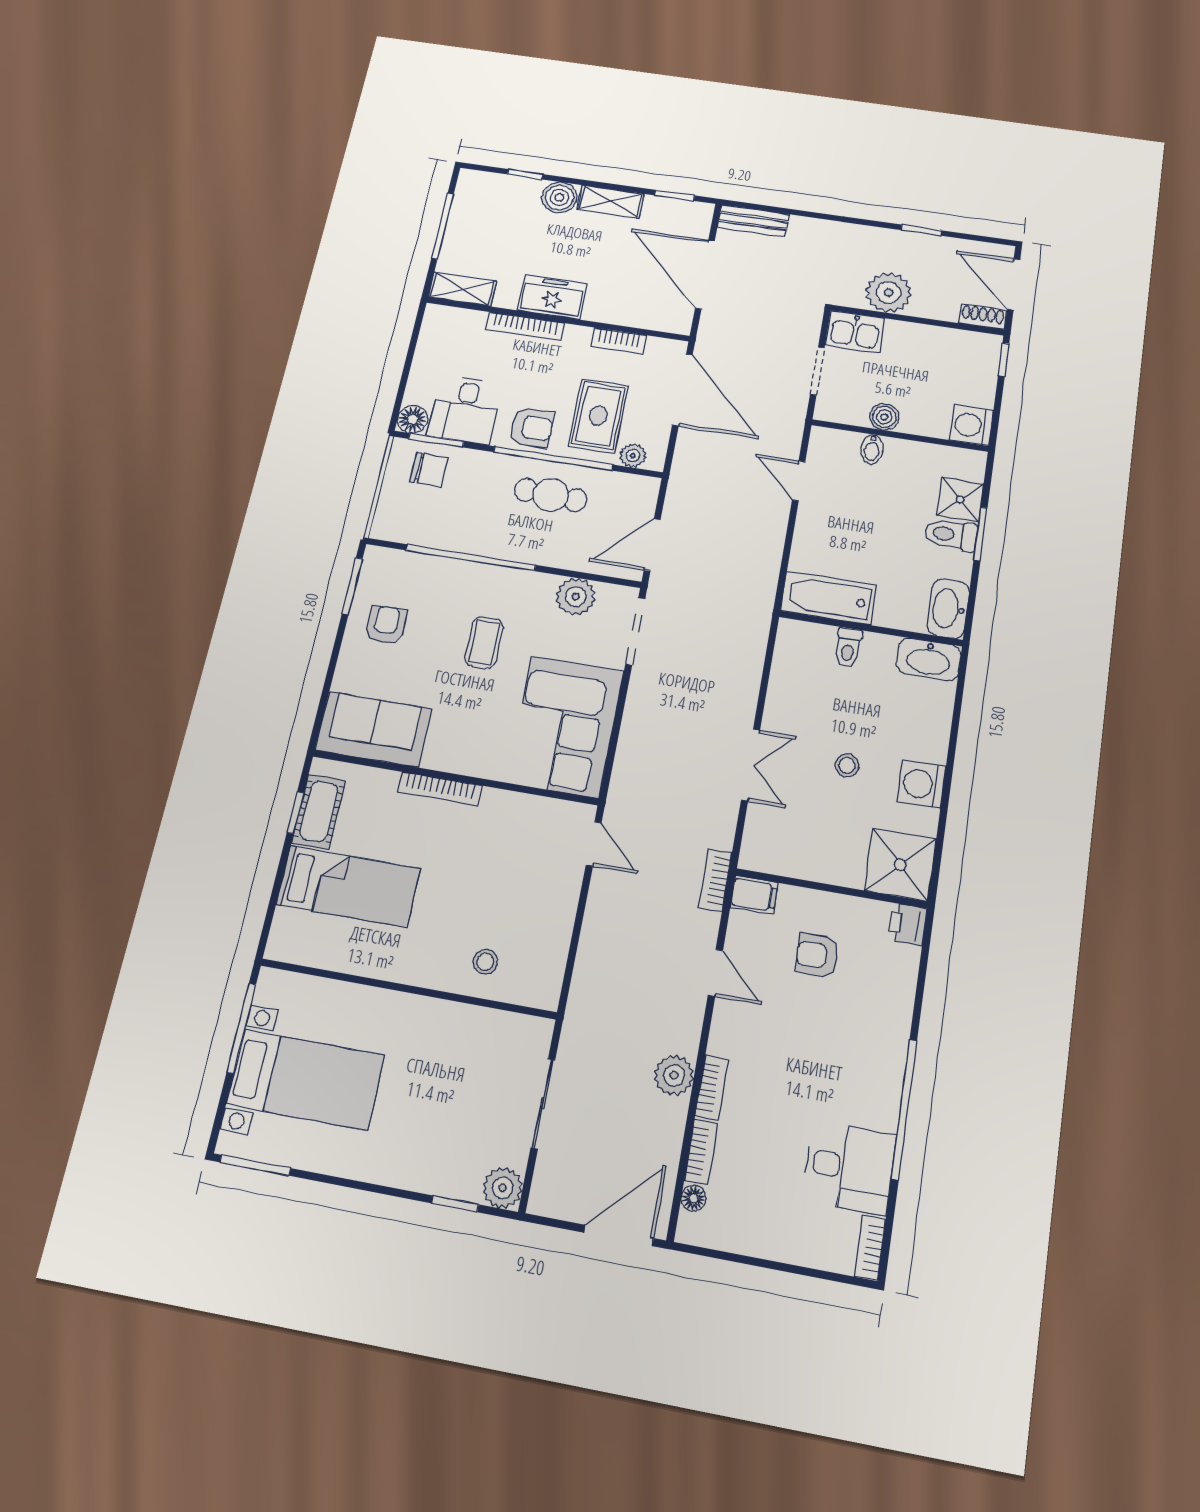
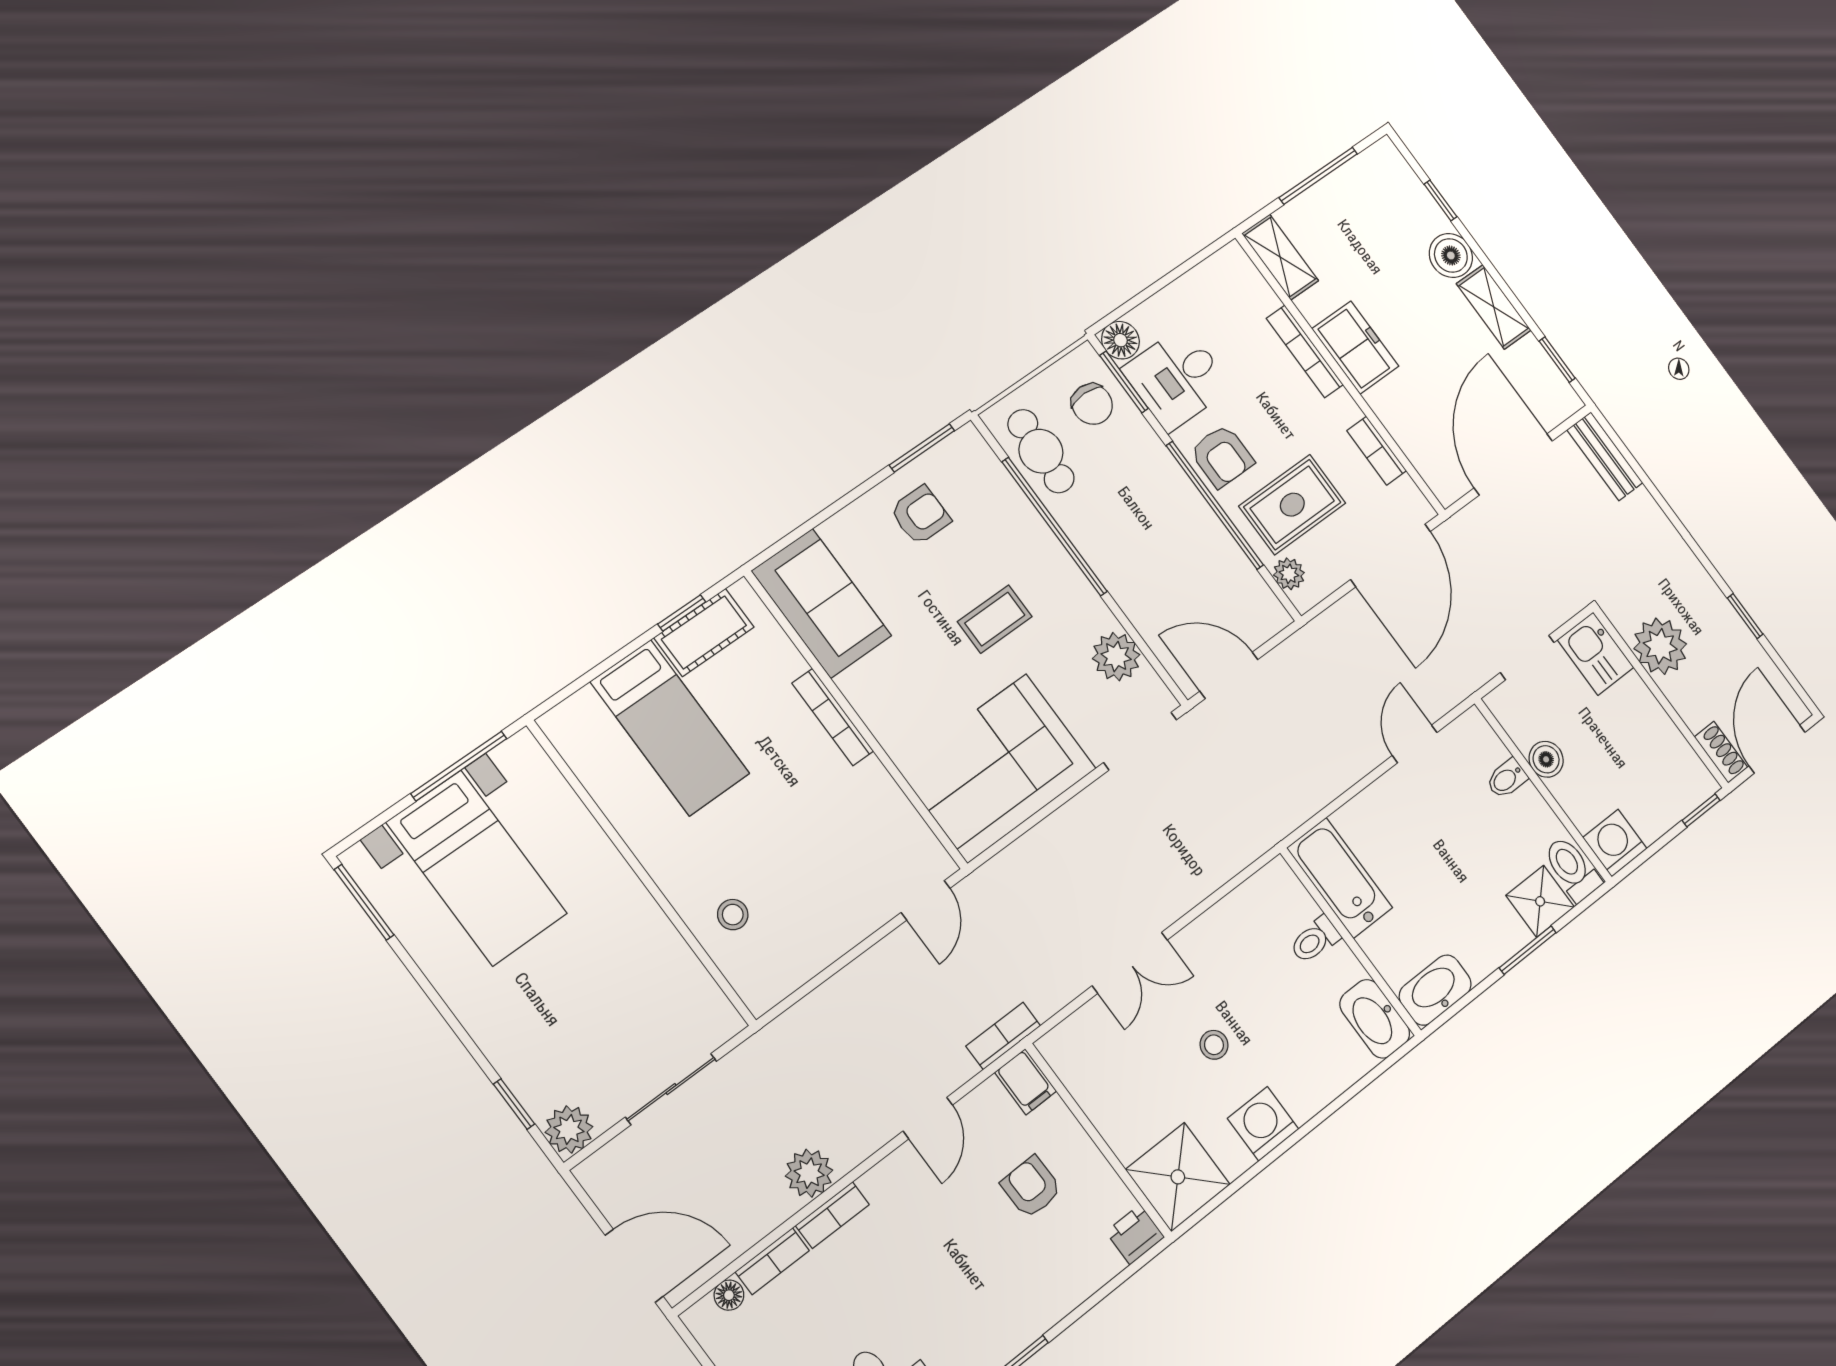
cafe table: (551, 495) -> (1041, 451), moved
toilet: (951, 535) -> (1572, 869), moved

